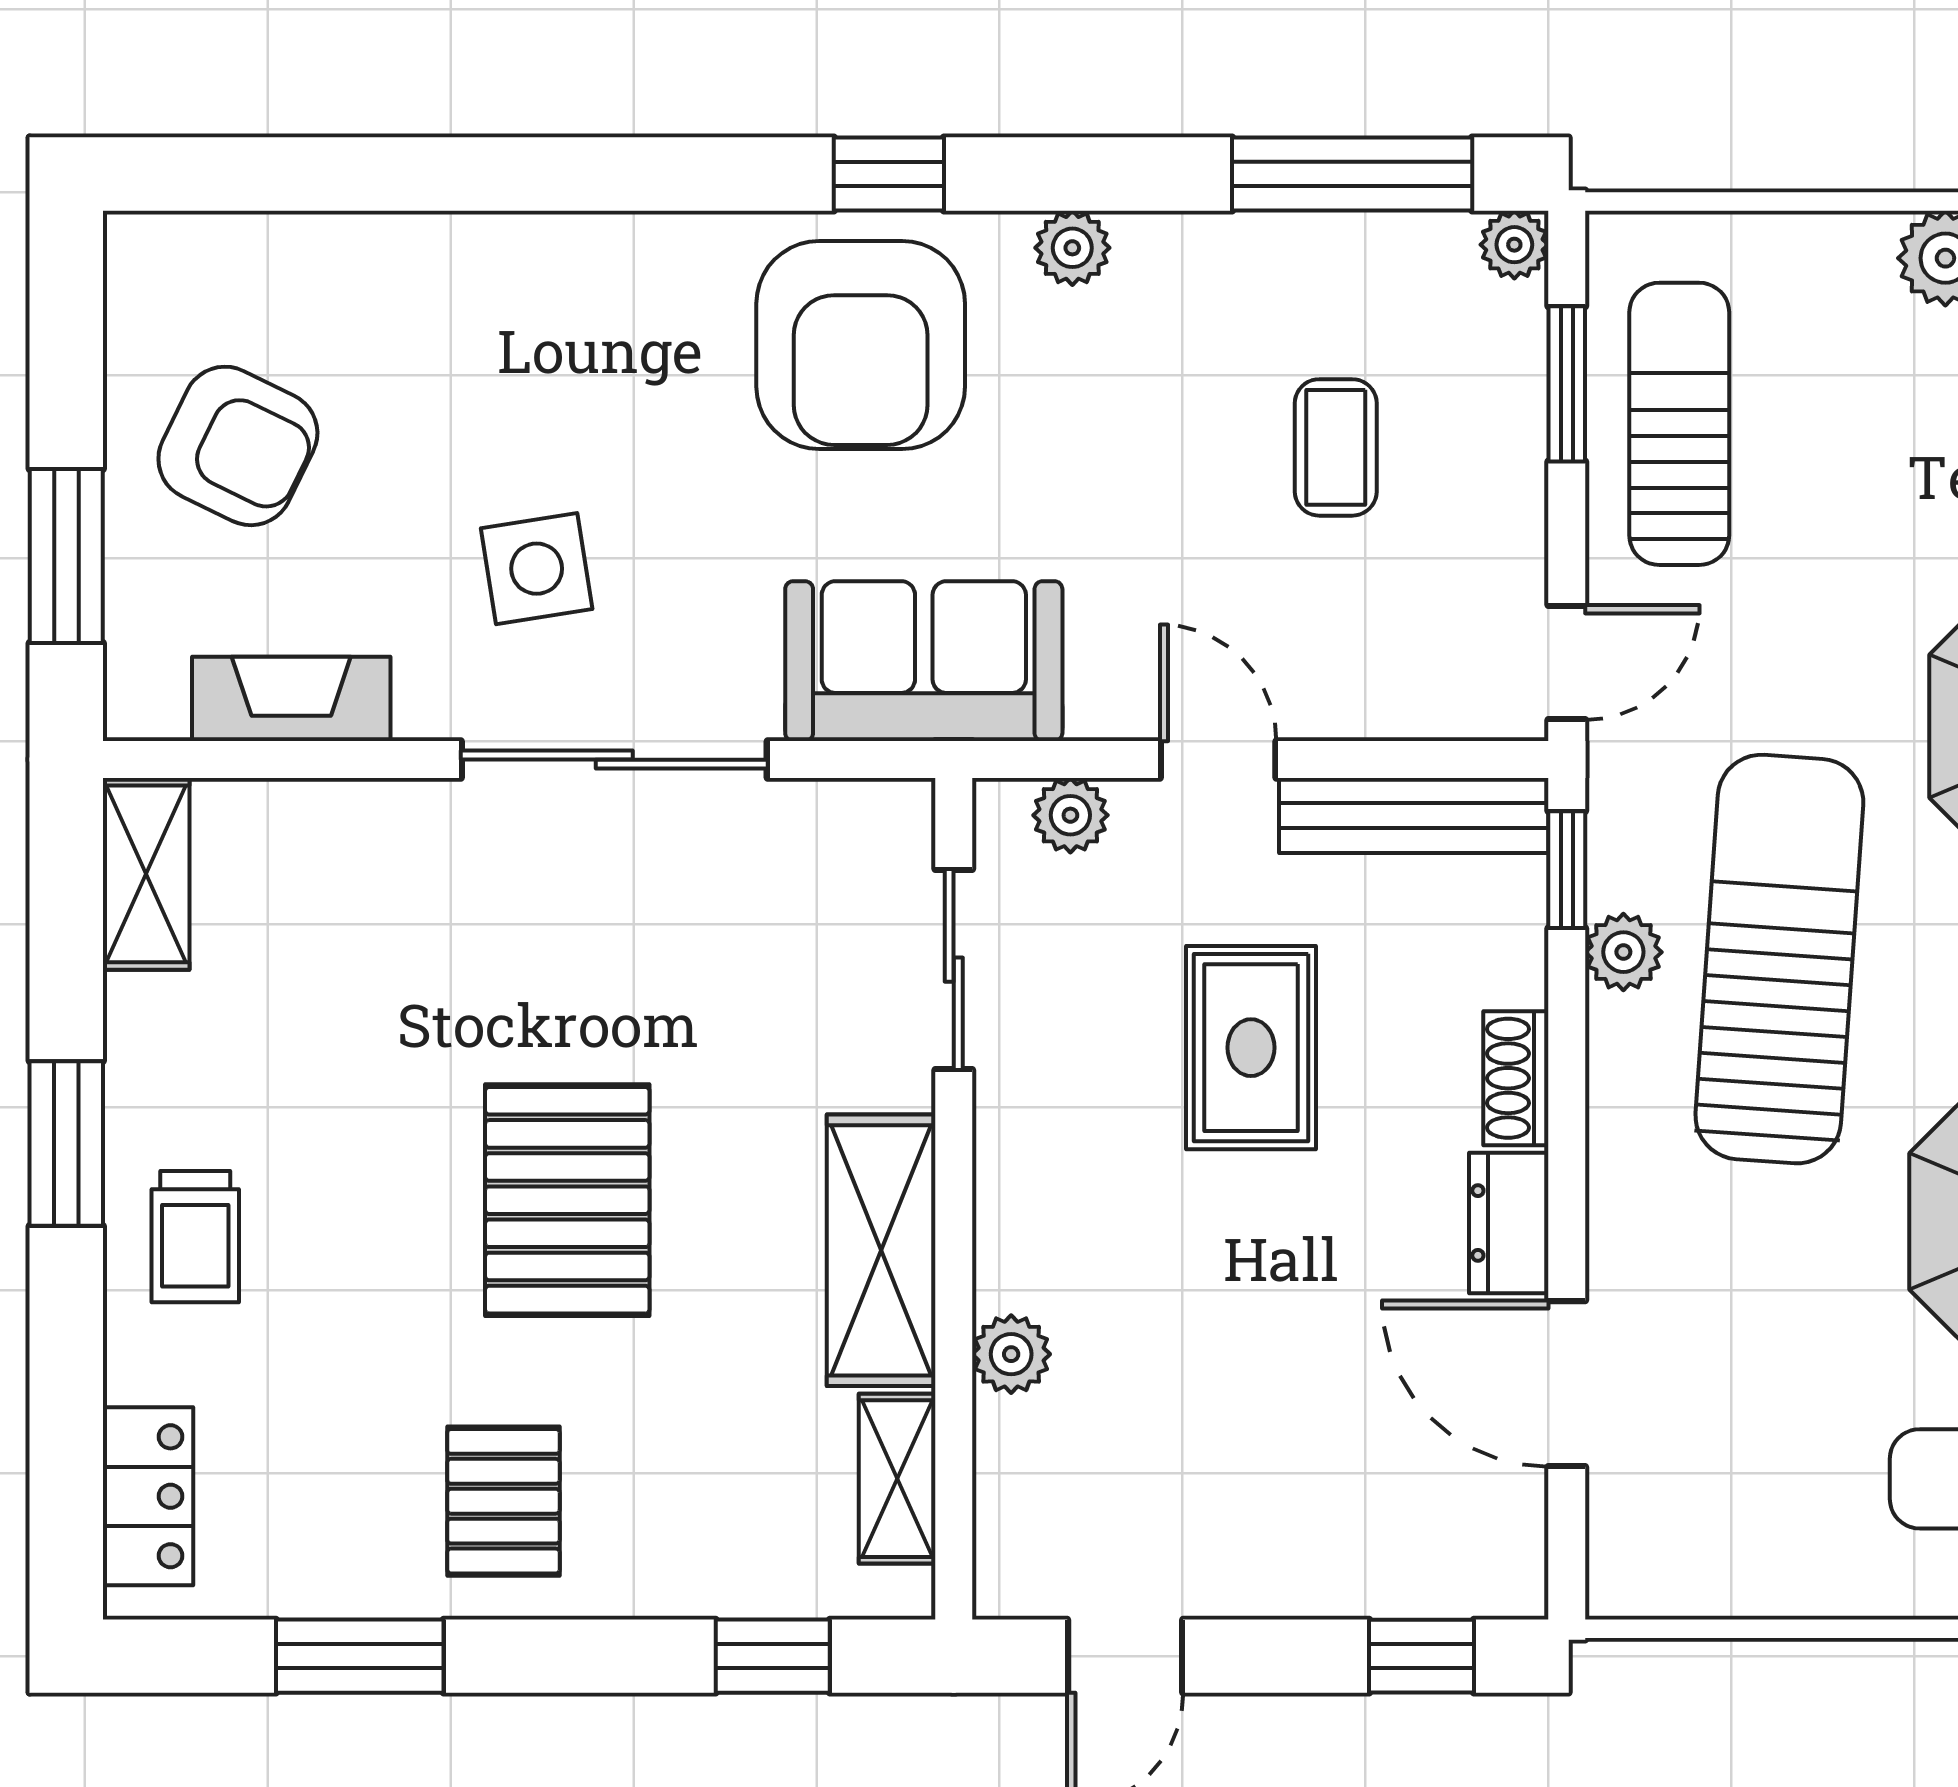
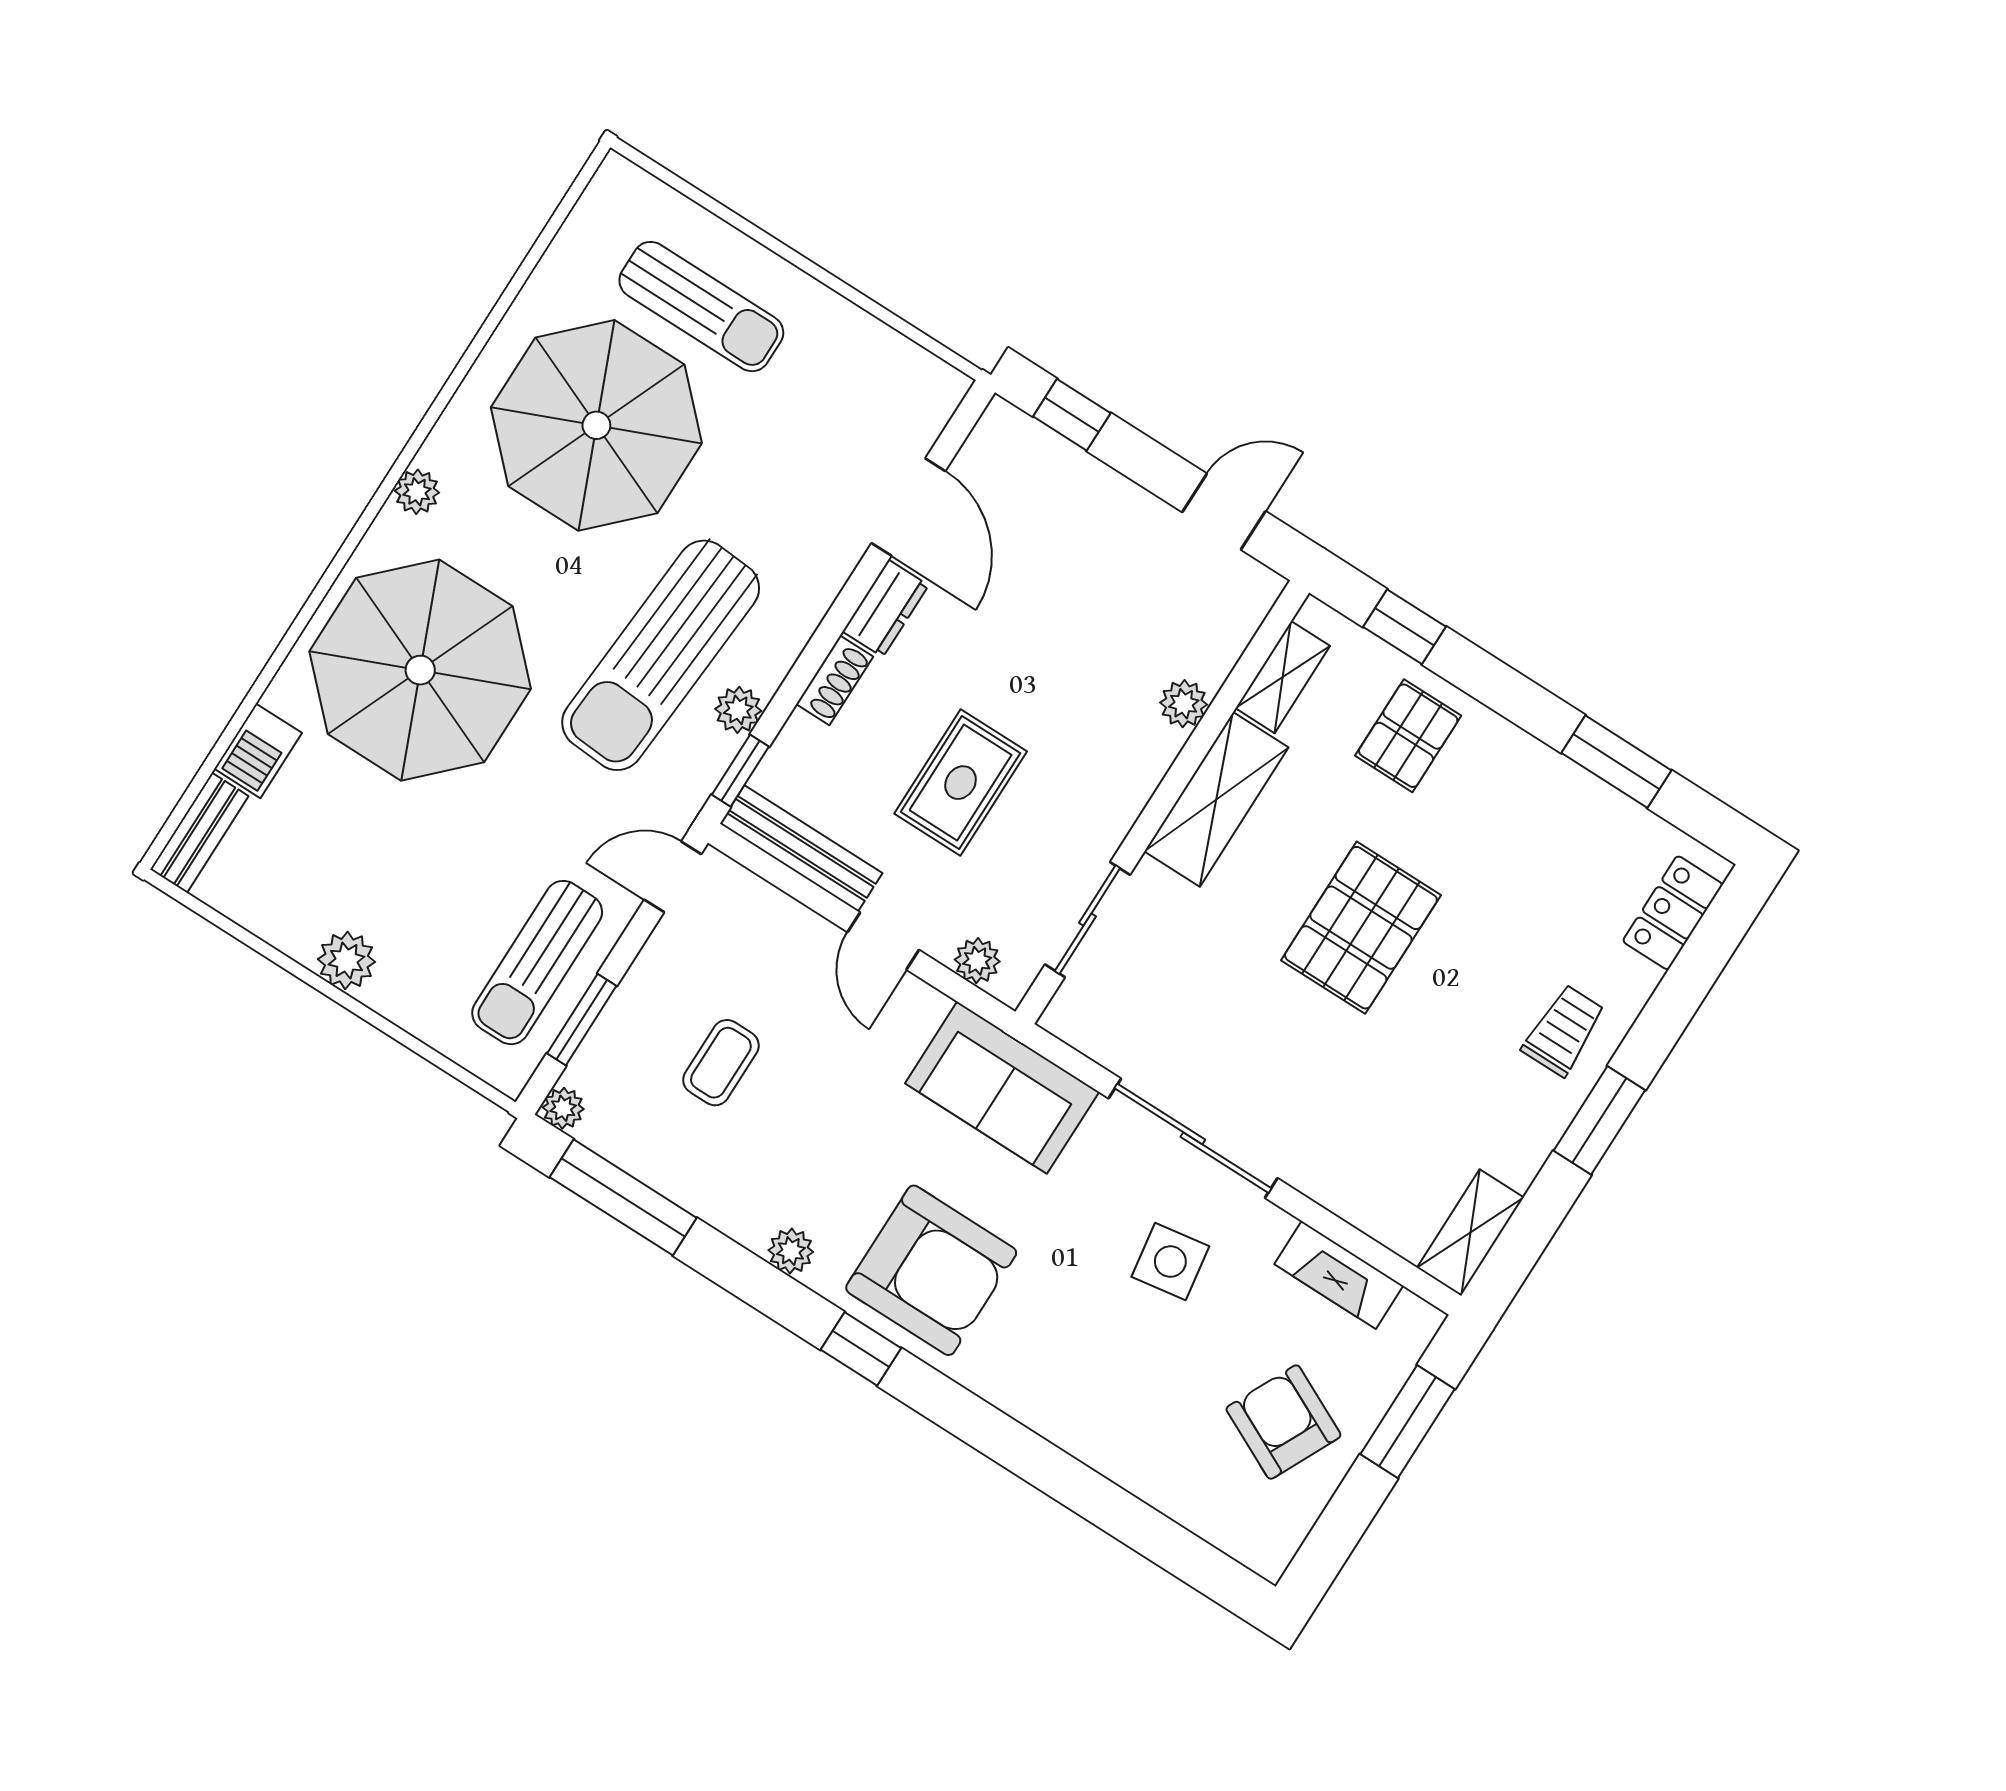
armchair: (861, 345) -> (931, 1270), turned 90
pallet: (503, 1501) -> (1408, 736), moved

